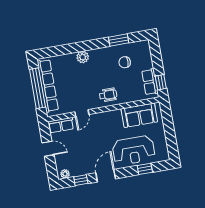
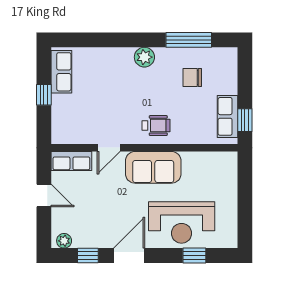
window: (119, 40) -> (189, 40), width x1.44
plant: (83, 57) -> (144, 57), moved
row of seats: (48, 86) -> (61, 72), width x0.50
window: (37, 88) -> (44, 95), width x0.32
sofa: (139, 115) -> (153, 167), moved

